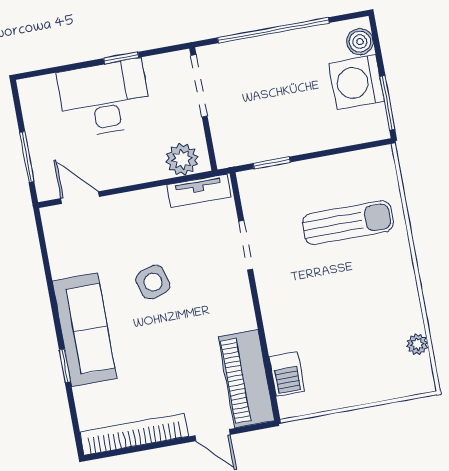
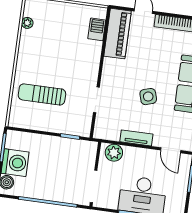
tv unit: (199, 191) -> (136, 138), moved

